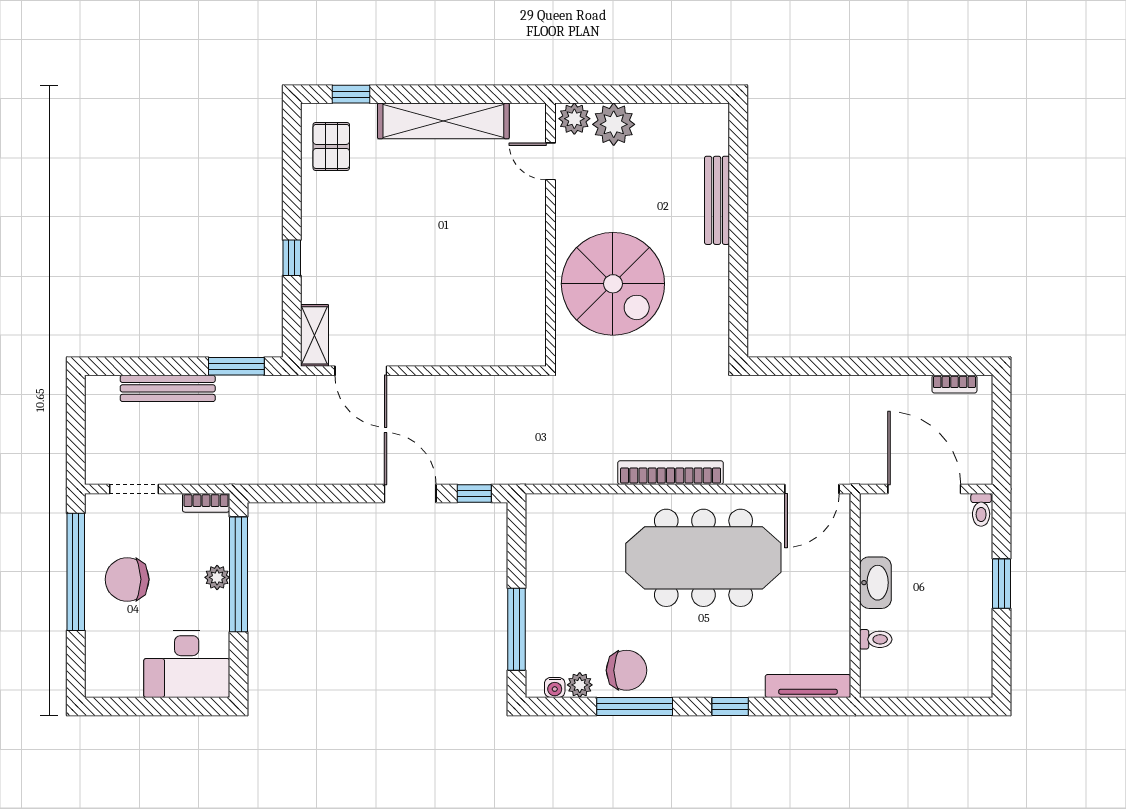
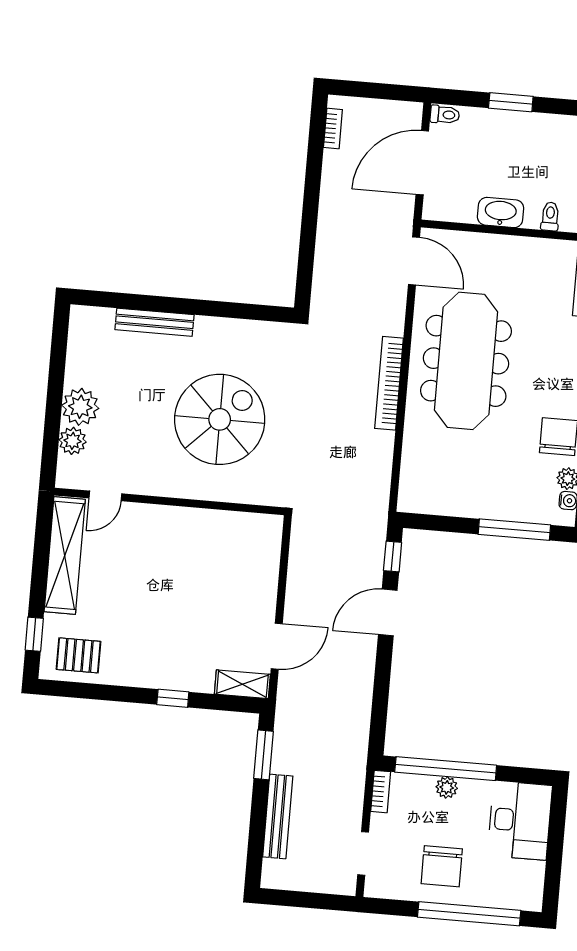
door: (550, 161) -> (105, 496), moved
wall: (550, 235) -> (169, 501), moved
window: (76, 572) -> (469, 914), moved

